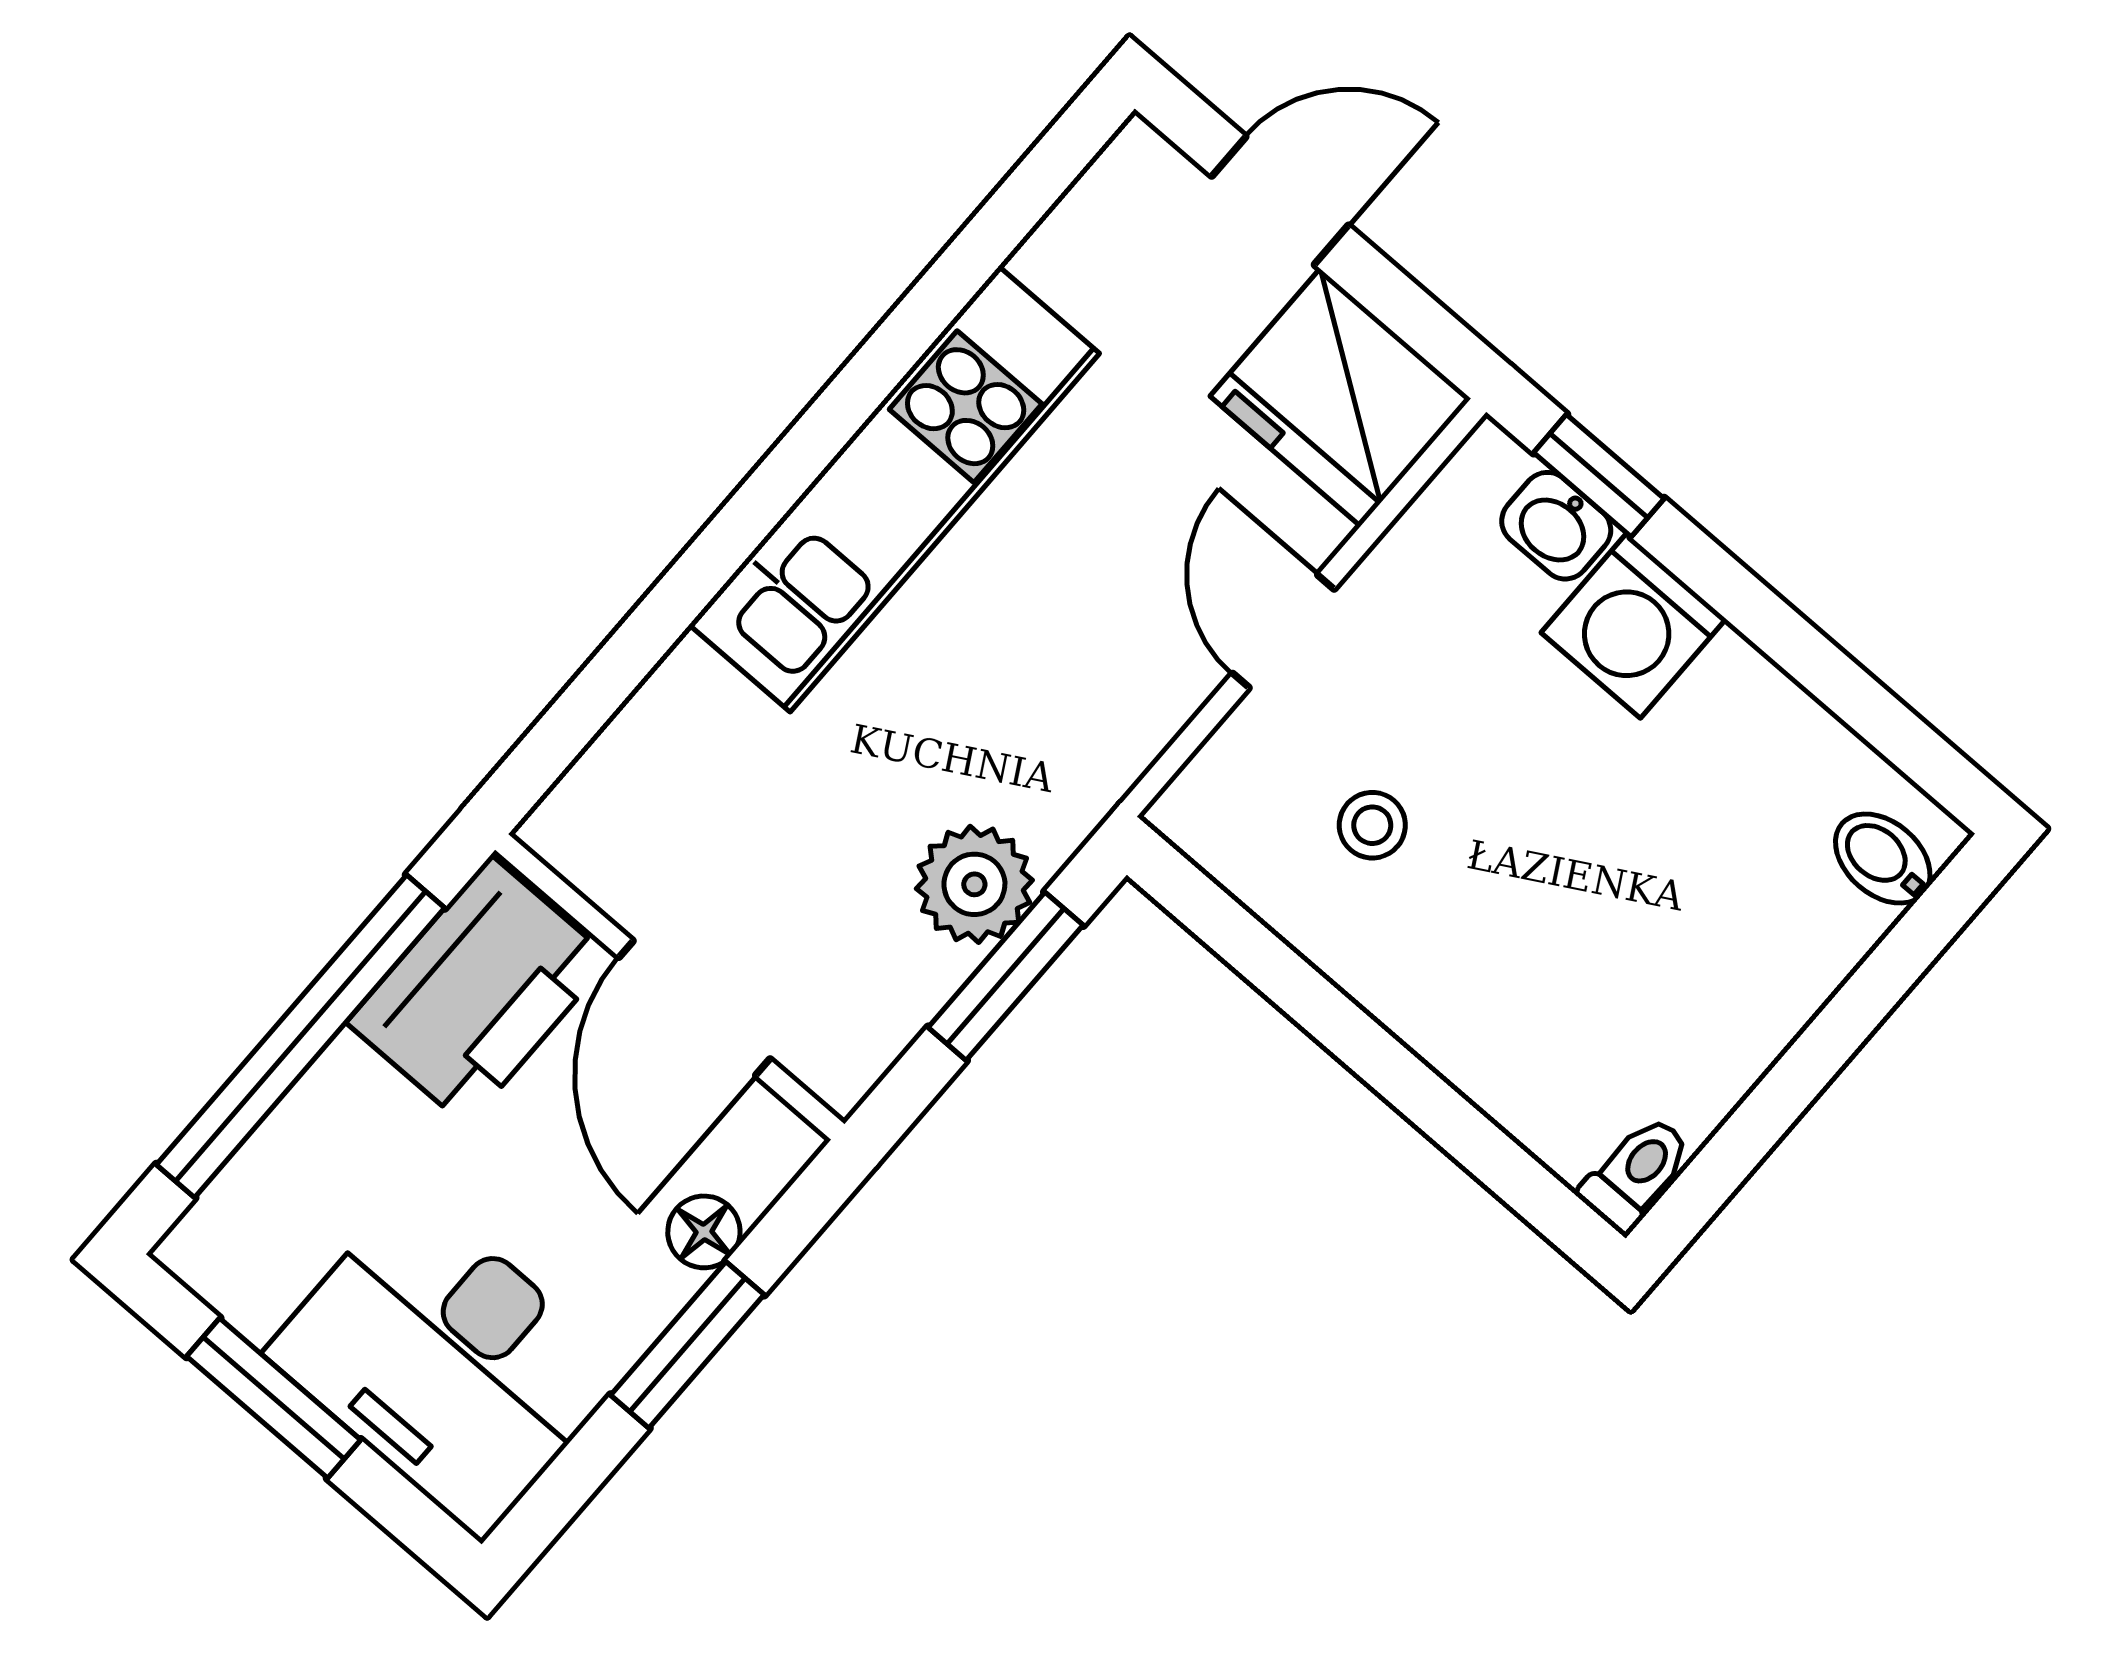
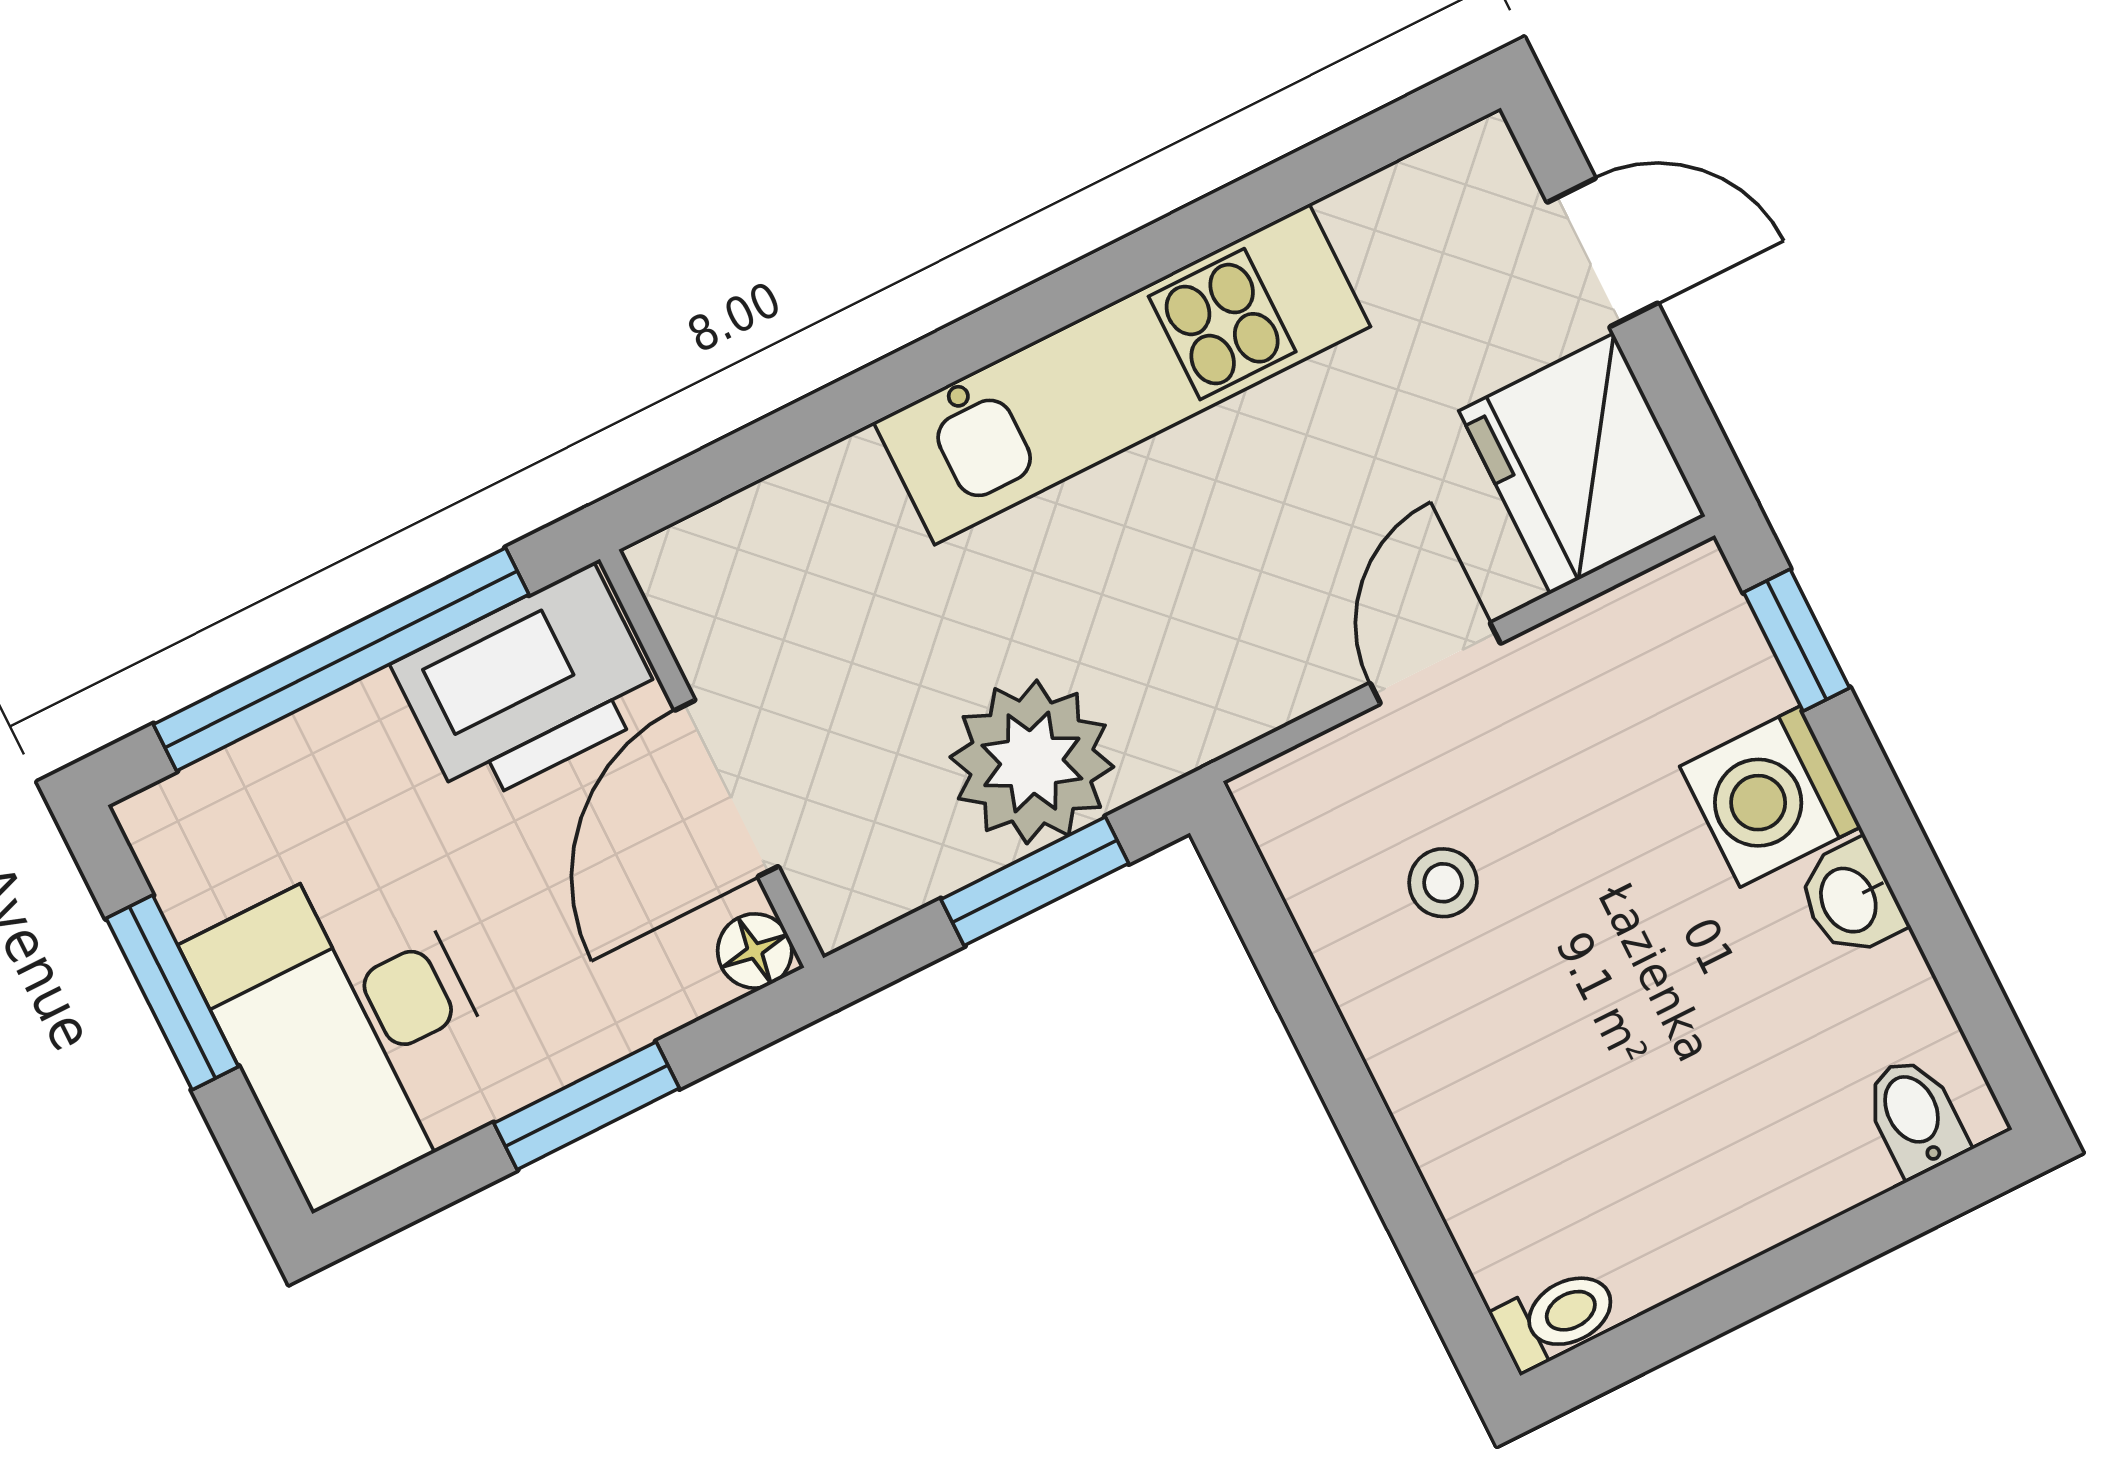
washbasin: (1556, 526) -> (1851, 899), moved
plant: (974, 884) -> (1032, 762), width x1.36, depth x1.36
floor lamp: (704, 1232) -> (755, 951), moved

